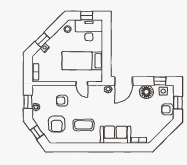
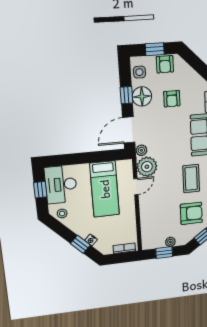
door: (124, 81) -> (129, 130), swing flipped
window: (160, 81) -> (126, 95), moved
plant: (96, 92) -> (147, 167), added
armchair: (62, 101) -> (172, 99), moved

